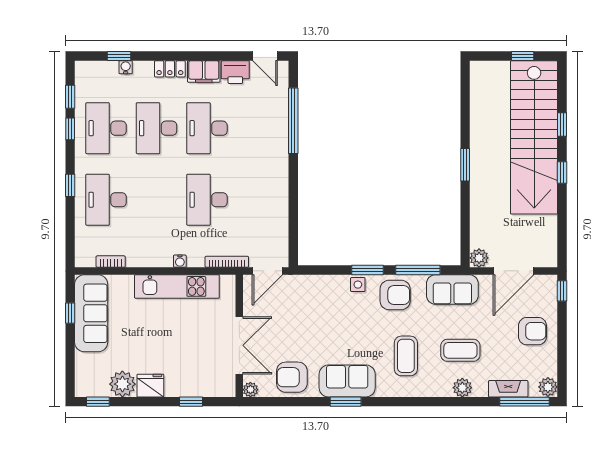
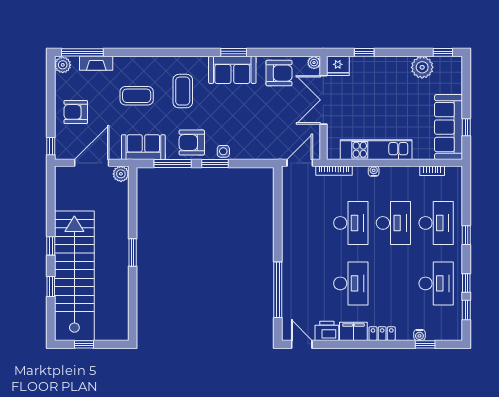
desk: (156, 128) -> (393, 223), moved
fridge: (150, 386) -> (338, 66), moved
plant: (462, 388) -> (135, 64), removed

